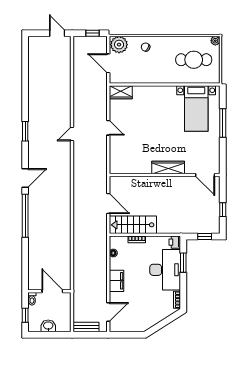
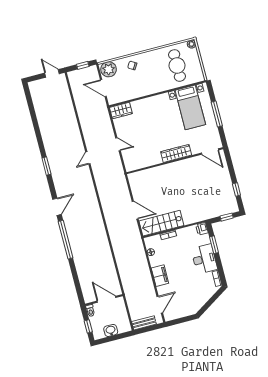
cafe table: (194, 60) -> (177, 66), turned 90
wardrobe: (168, 168) -> (176, 153), moved
wall: (165, 175) -> (175, 161), moved
door: (205, 175) -> (210, 152), moved
desk: (165, 270) -> (204, 259), width x0.73, depth x0.77

